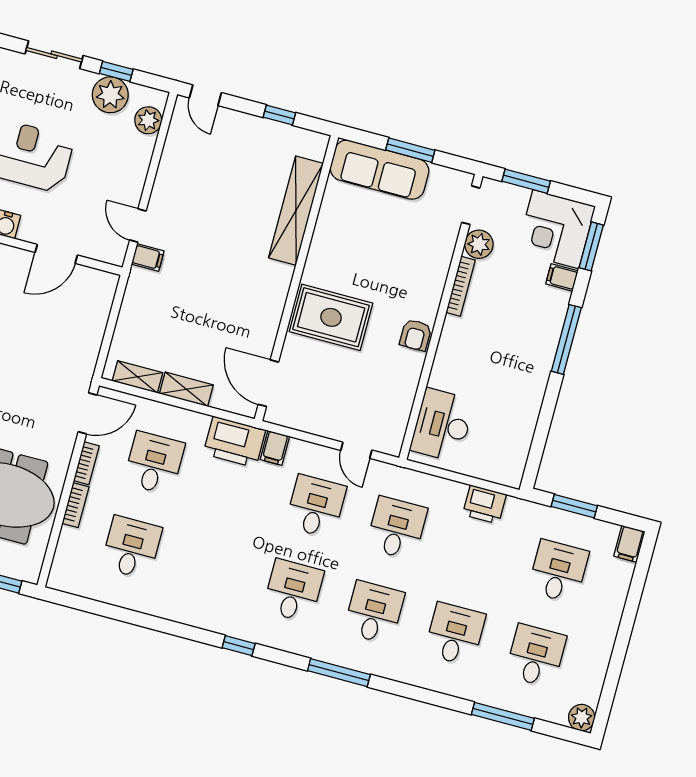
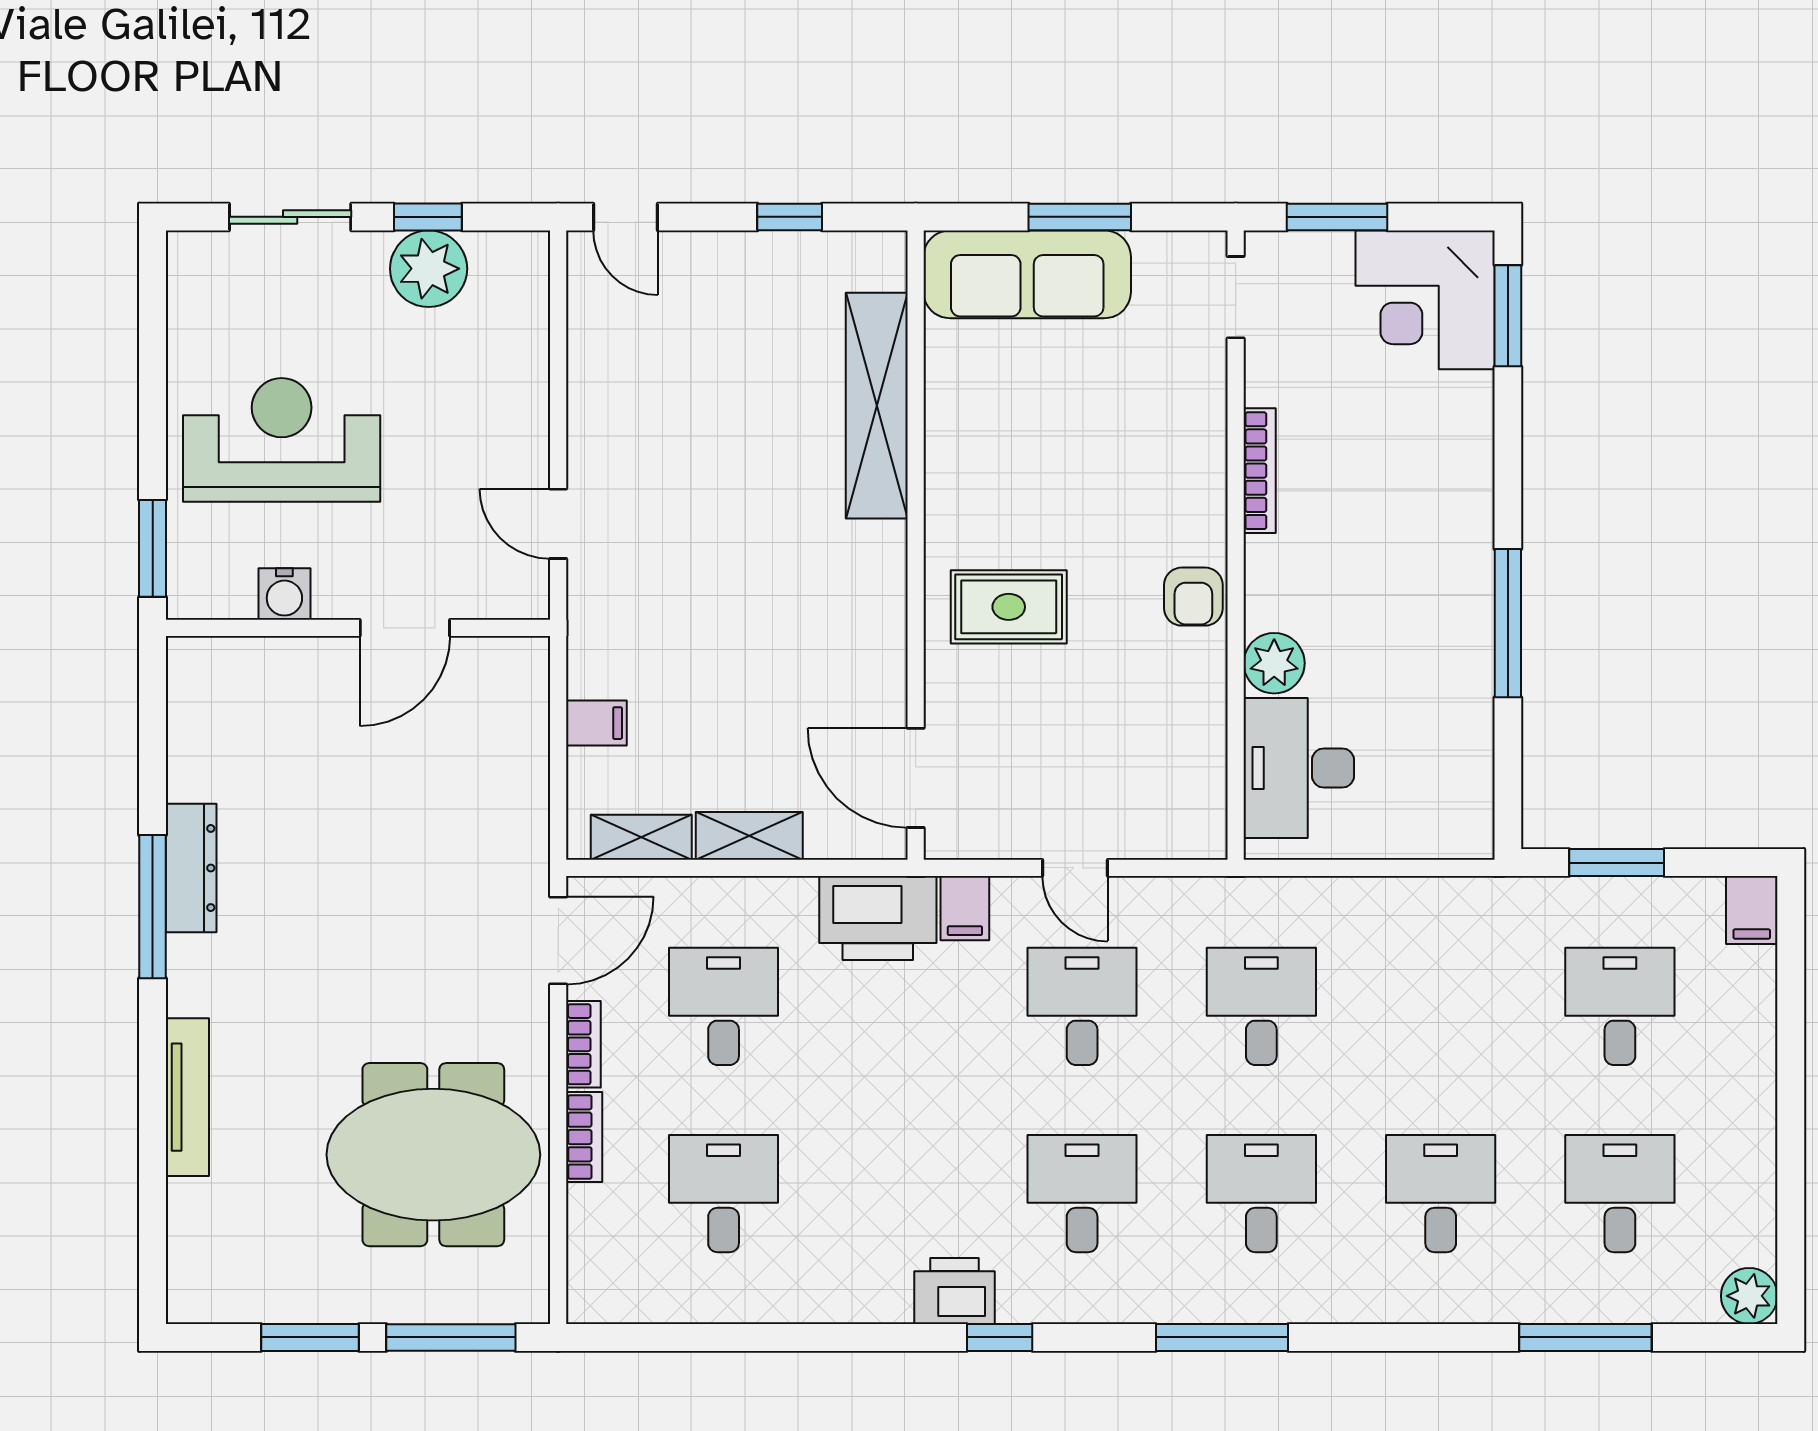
plant: (148, 120) -> (521, 300), removed
plant: (479, 244) -> (1274, 663), moved
filing cabinet: (148, 258) -> (596, 723), moved
filing cabinet: (562, 277) -> (1464, 396), removed
rug: (331, 317) -> (1009, 607), width x0.73, depth x0.70
window: (566, 339) -> (1508, 623), moved
door: (356, 450) -> (1075, 868), moved
printer: (484, 505) -> (954, 1291), moved, turned 180

